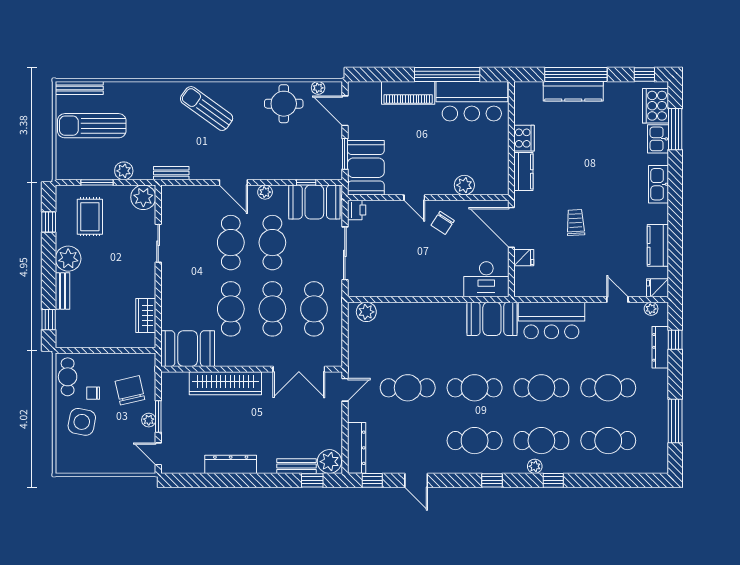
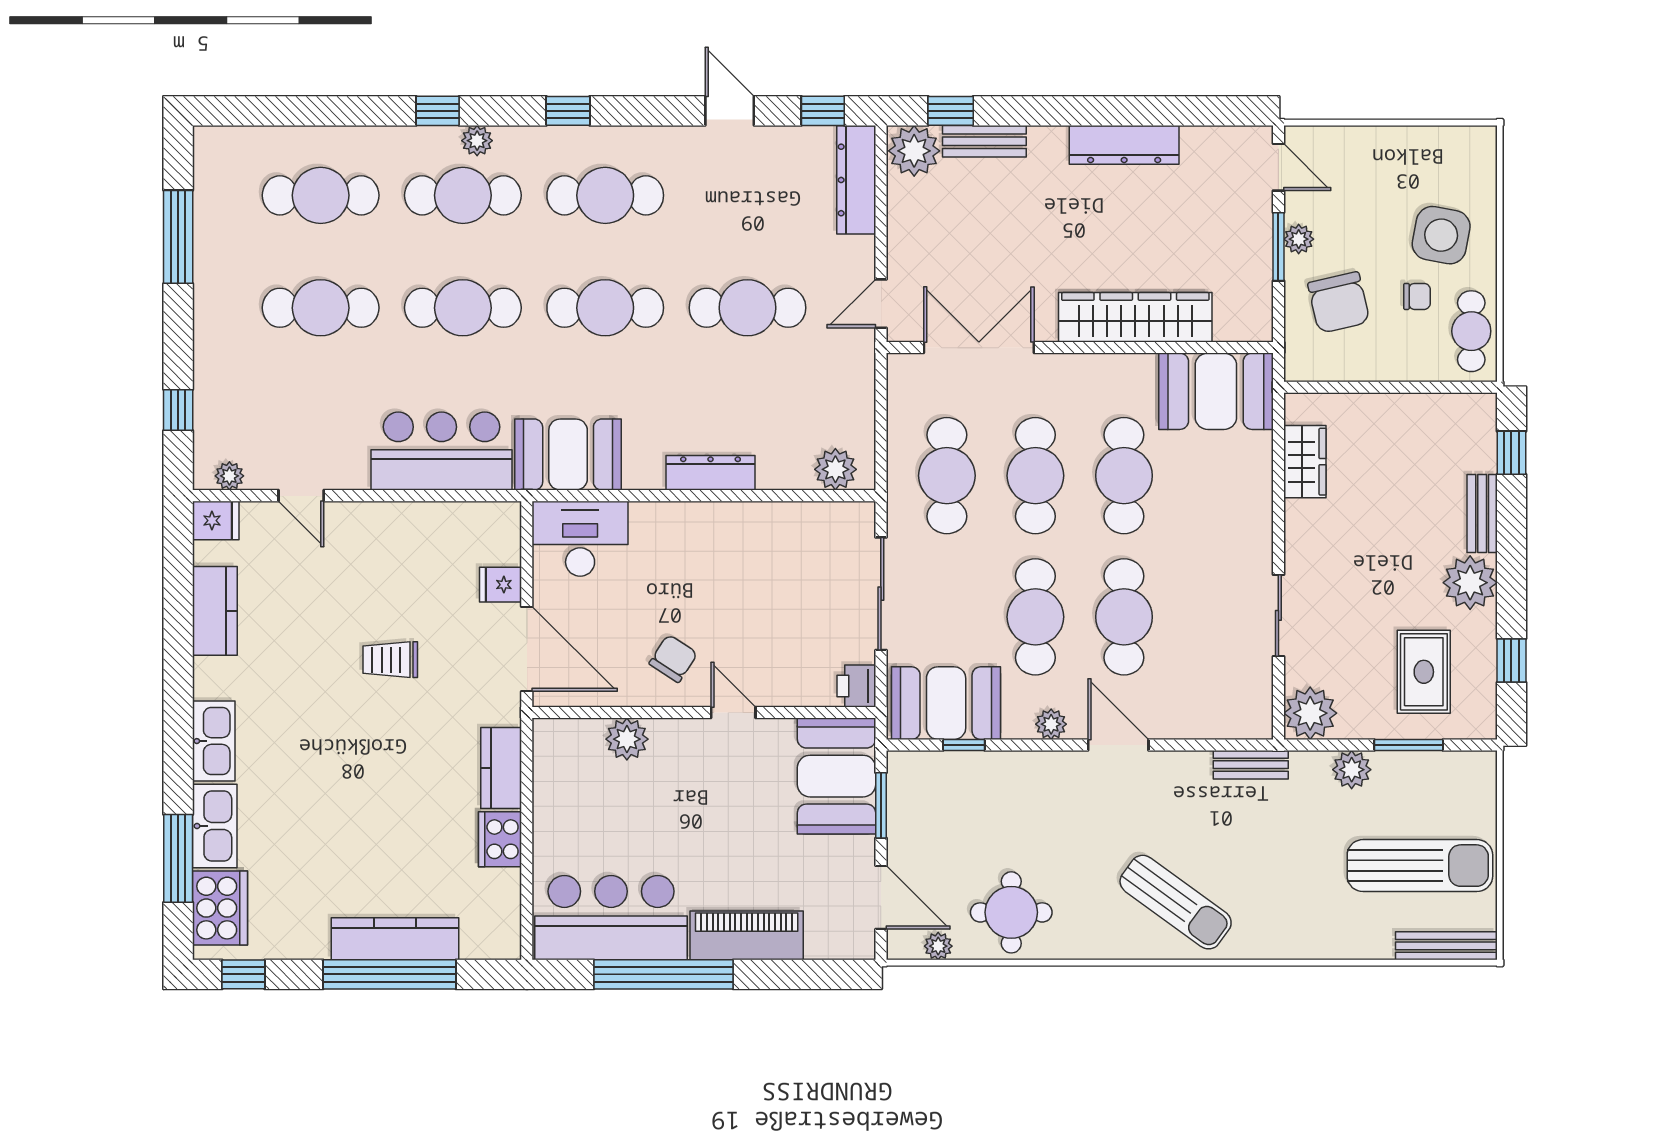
kitchen sink: (658, 139) -> (215, 826), width x1.38
trolley: (576, 222) -> (390, 660), turned 93
dresser: (660, 347) -> (711, 473), moved, turned -90

